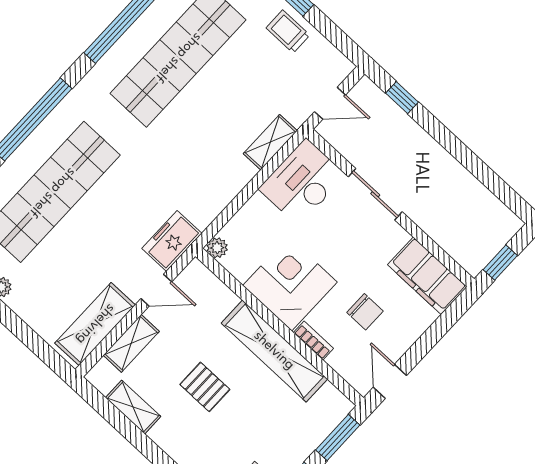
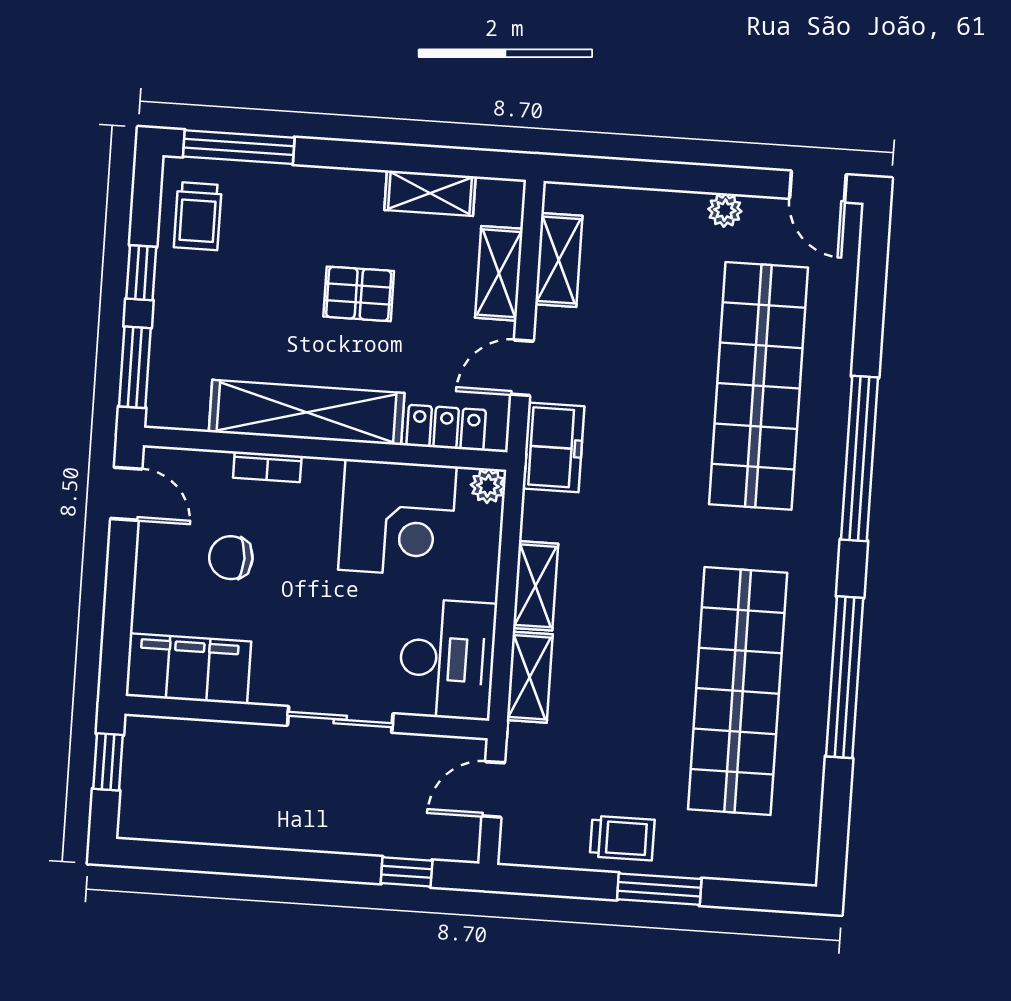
shelving: (233, 183) -> (536, 586), added
corner desk: (290, 284) -> (397, 518), moved
locker: (215, 291) -> (446, 428), added
shelving: (95, 324) -> (559, 260), width x0.67, depth x0.75

